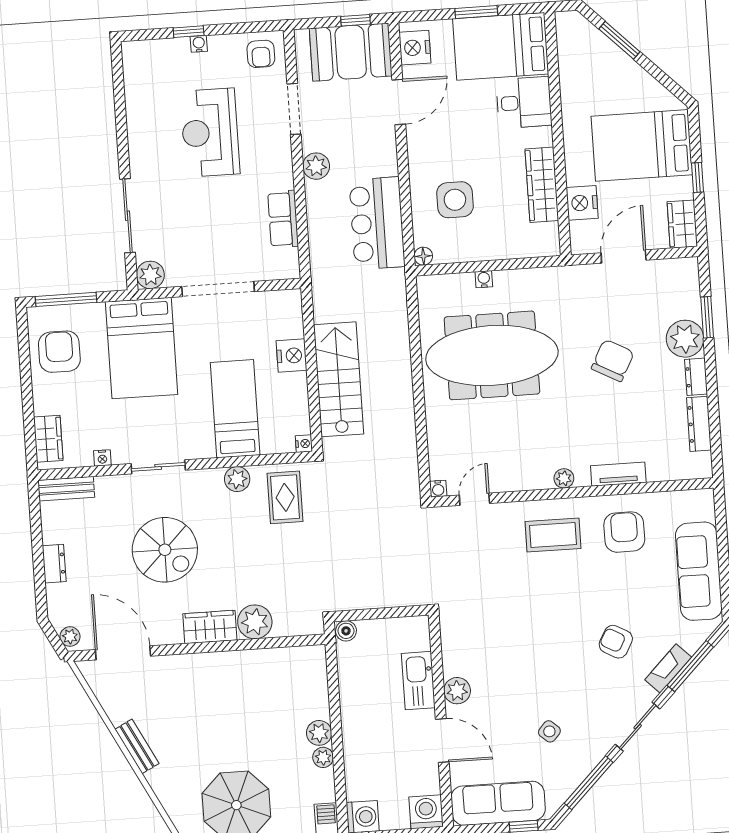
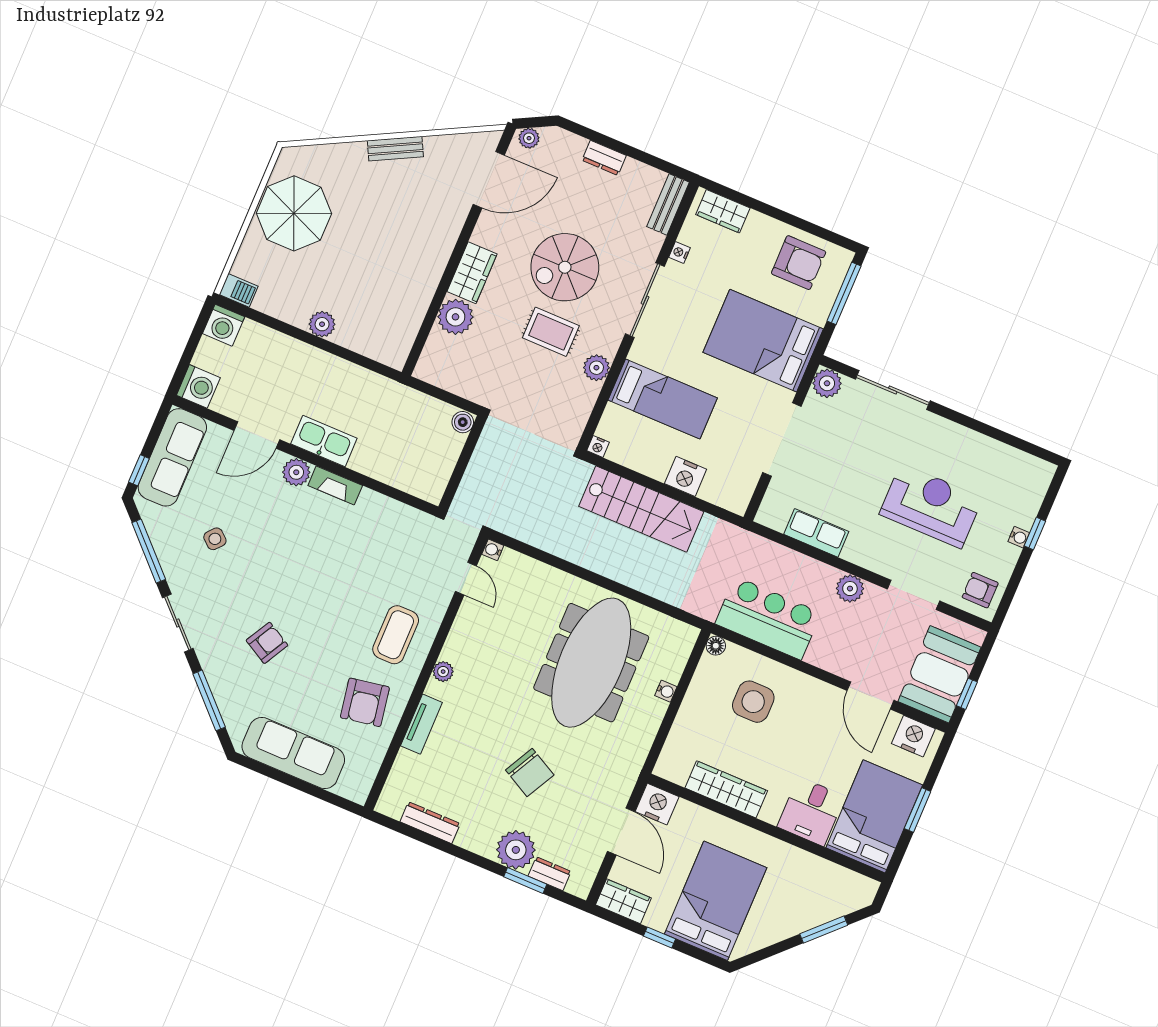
nightstand: (582, 203) -> (657, 804), moved
dresser: (696, 377) -> (550, 874), moved
sliding door: (158, 467) -> (645, 300), width x1.37
rug: (285, 497) -> (551, 332), moved
armchair: (624, 532) -> (365, 702), turned 80
wall: (381, 613) -> (463, 463), moved
boiler: (346, 631) -> (463, 422), moved
fireplace: (668, 668) -> (335, 485), moved, turned 135
plant: (323, 757) -> (297, 316), removed

